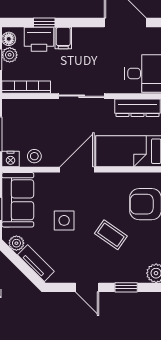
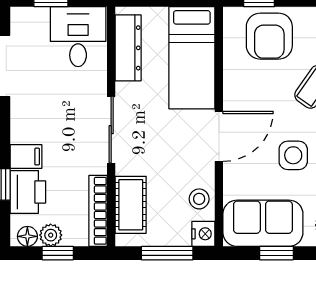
cot: (30, 109) -> (131, 205), added
door: (77, 170) -> (219, 136), swing flipped

